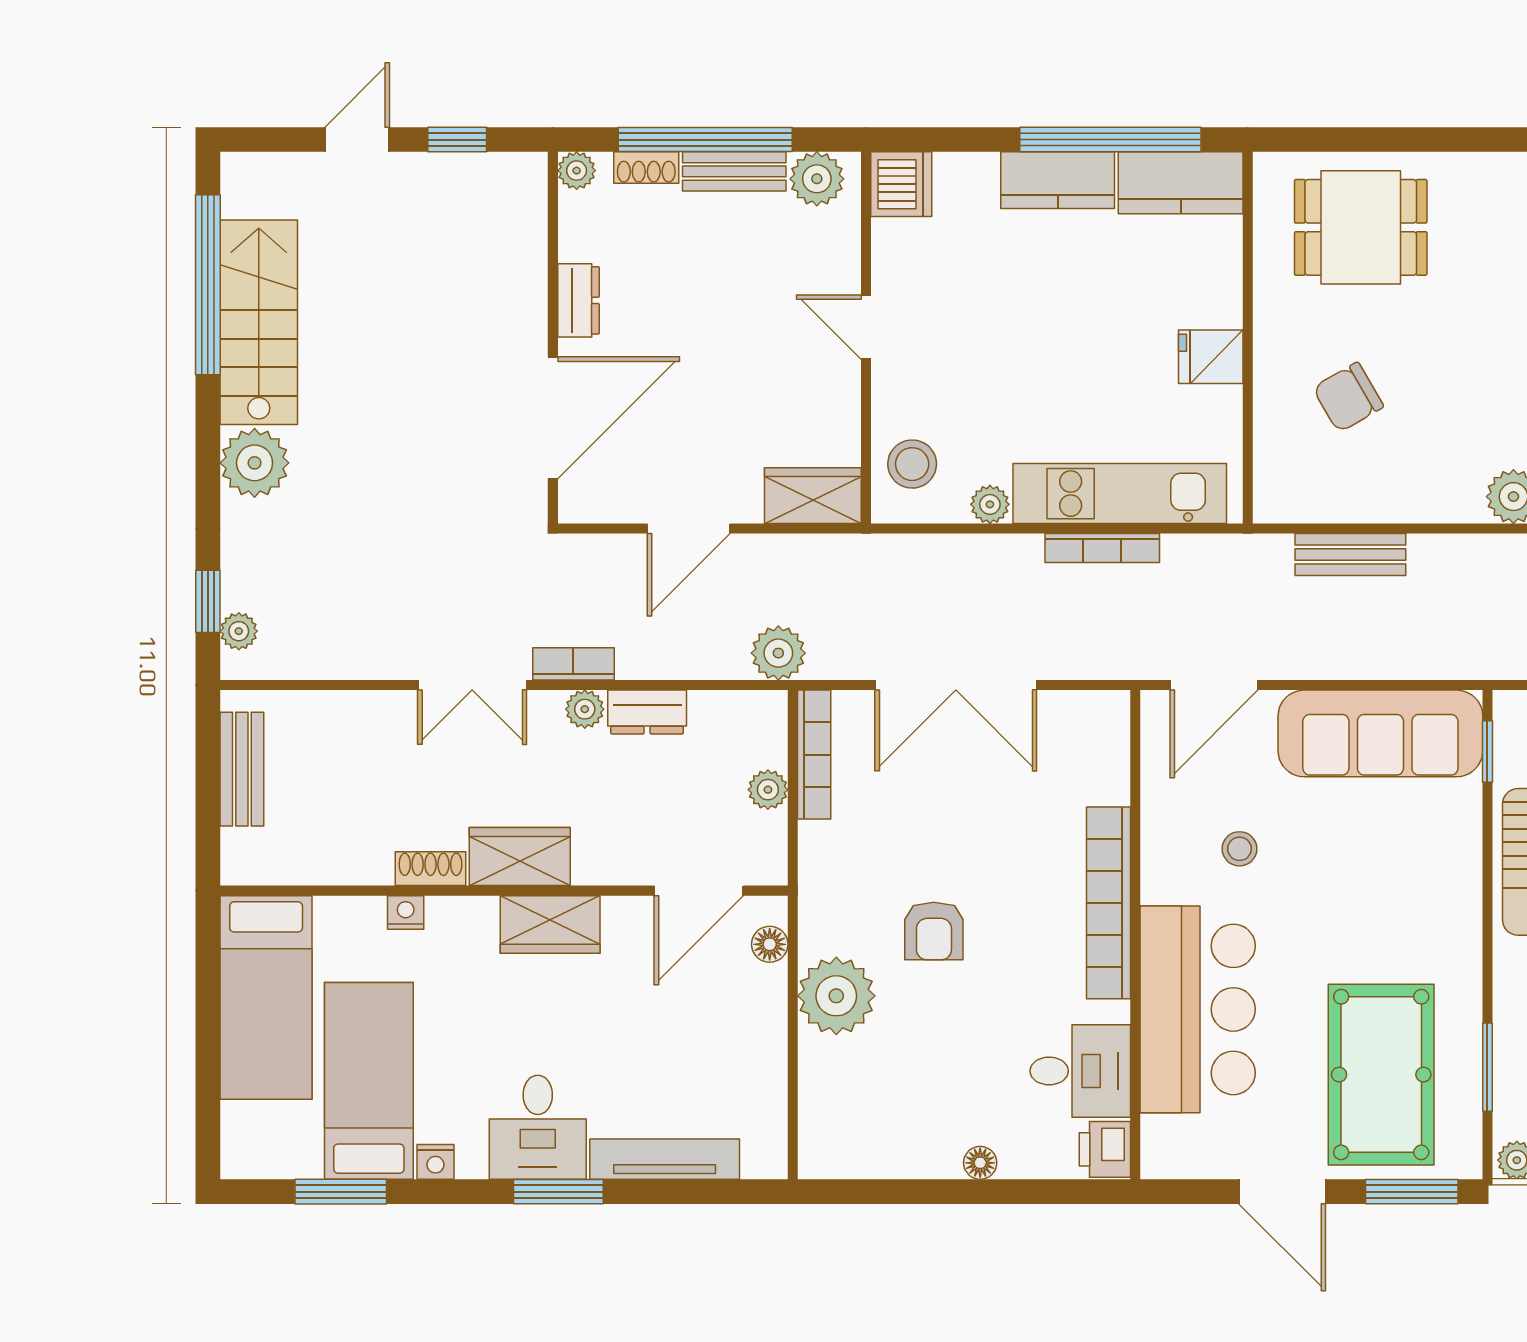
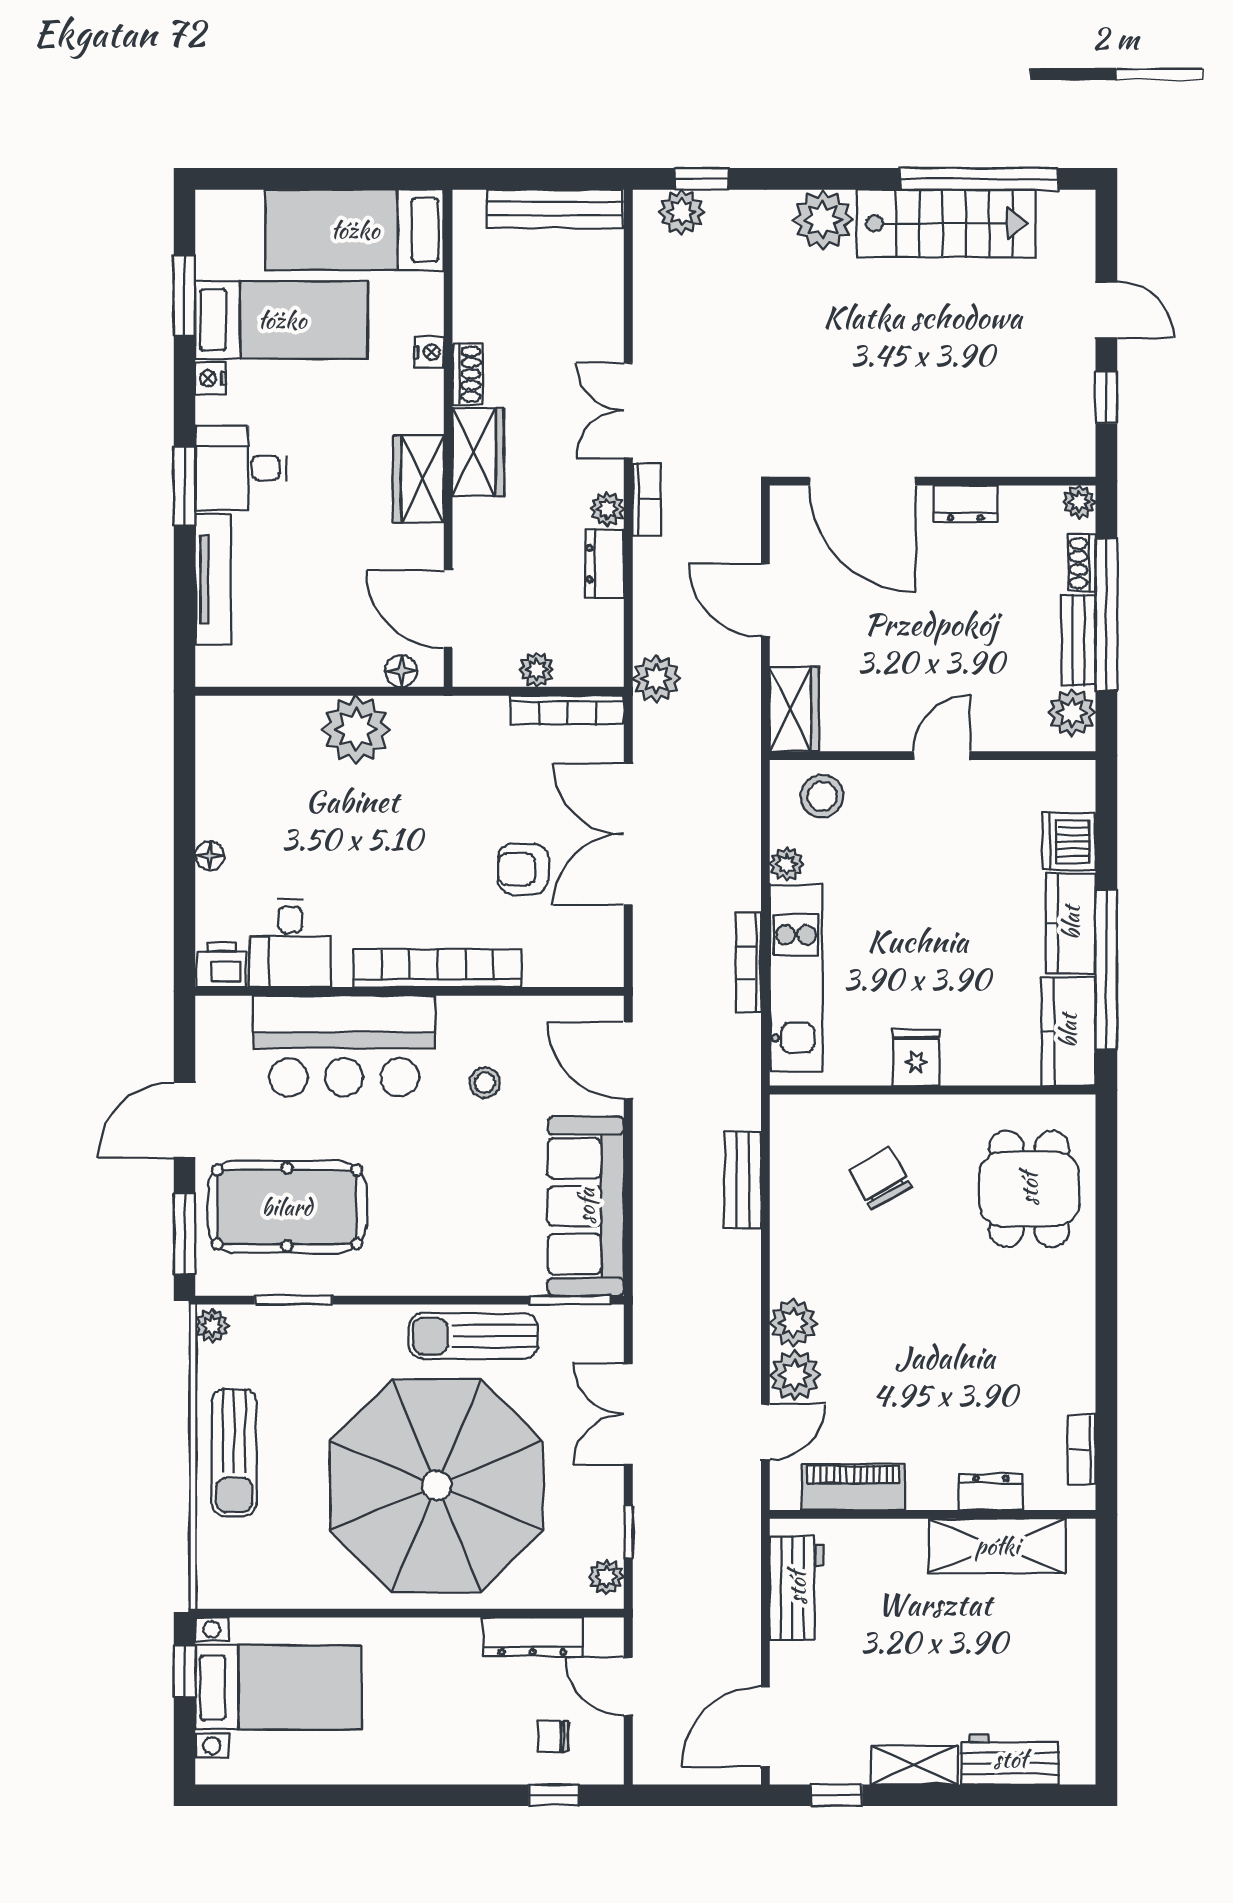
dishwasher: (901, 184) -> (1069, 842), moved, turned 90
plant: (239, 631) -> (682, 212), width x1.38, depth x1.38
window: (1487, 751) -> (570, 1300), width x1.50
bench: (242, 769) -> (555, 209), width x1.36
armchair: (934, 931) -> (523, 869), moved

